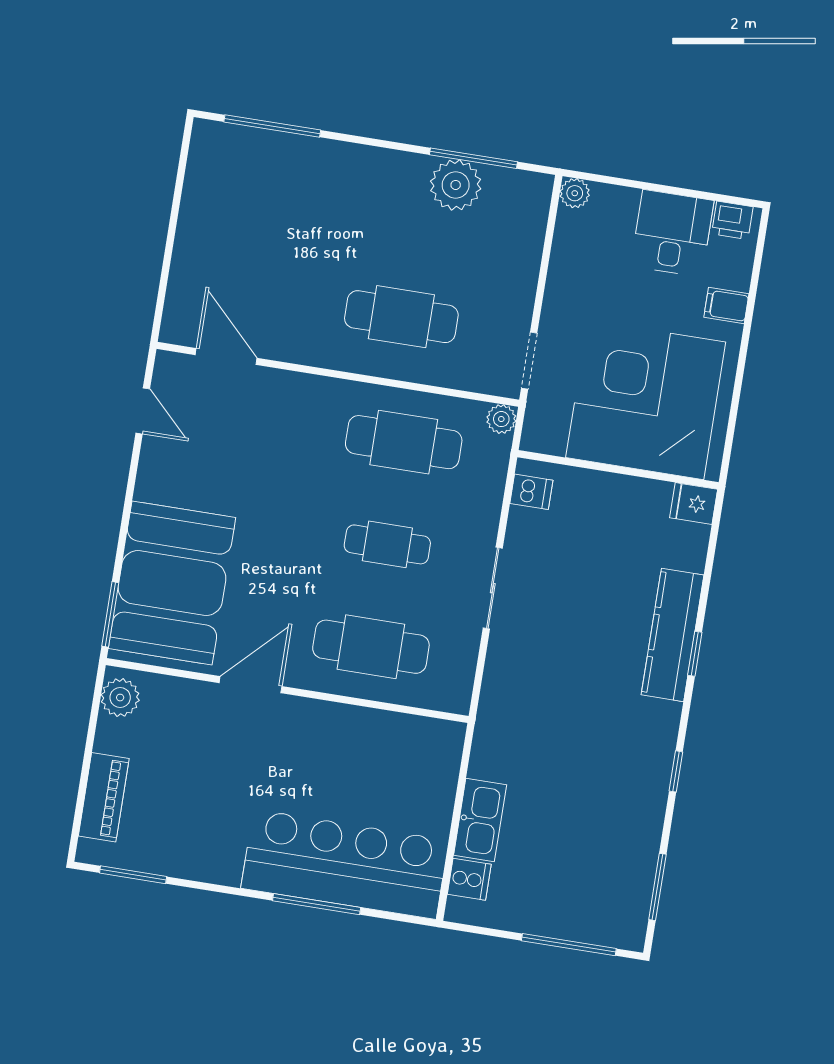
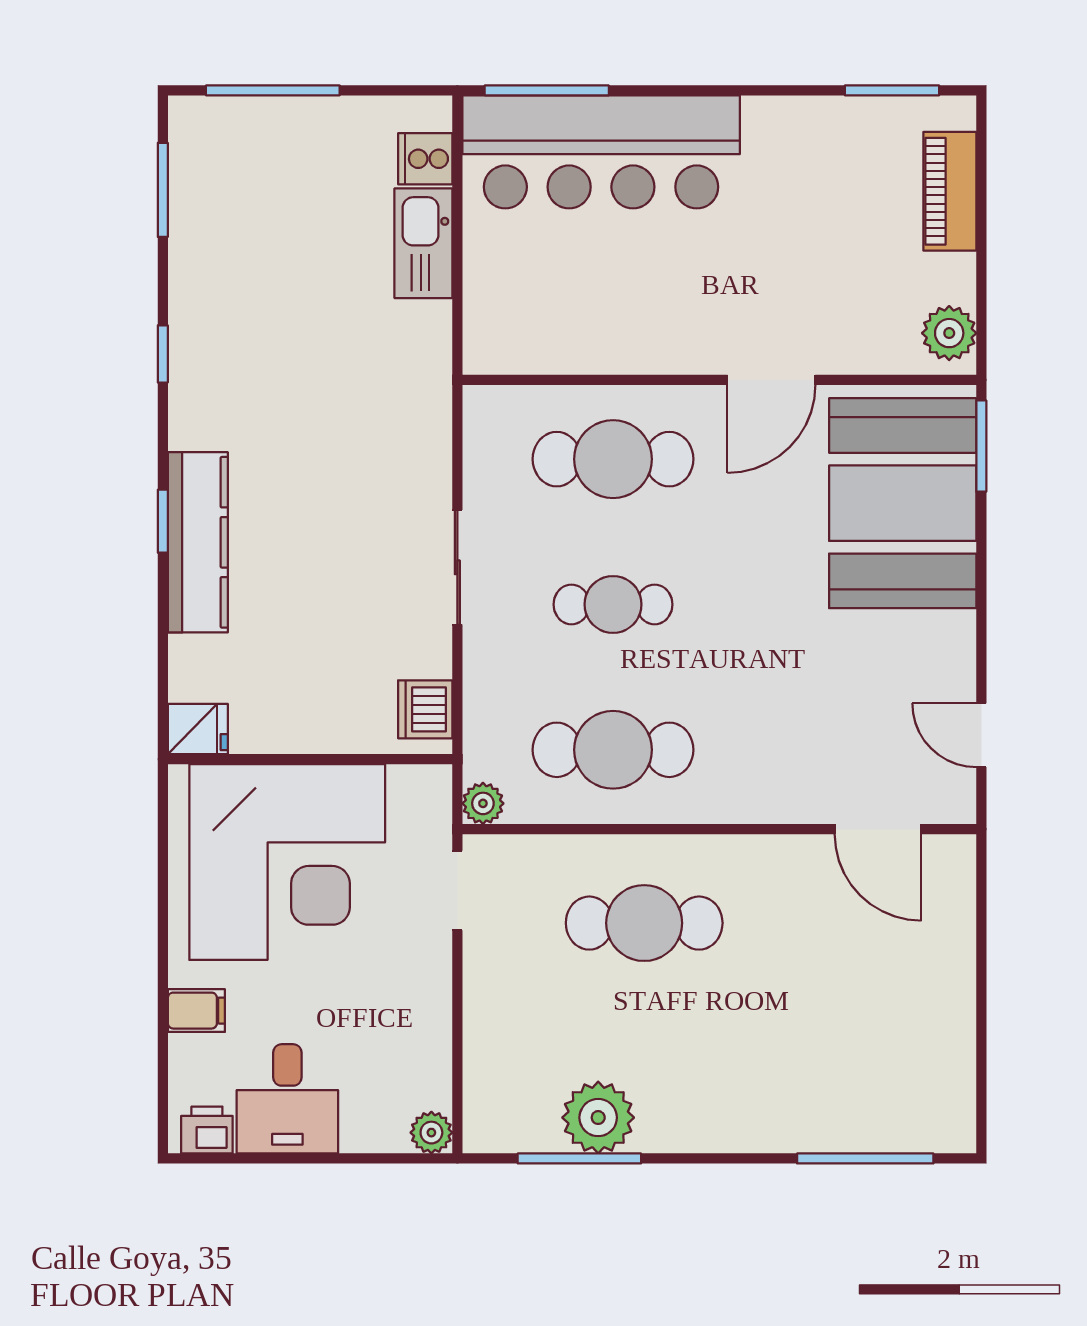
dishwasher: (531, 492) -> (425, 709), width x1.38
window: (317, 904) -> (547, 90), moved

